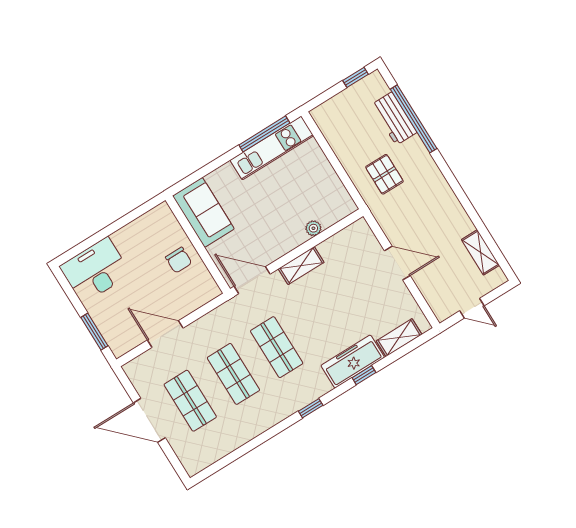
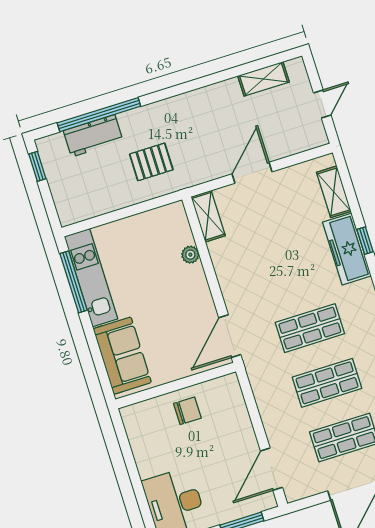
sofa: (203, 212) -> (122, 356), moved, turned 90
shelving: (301, 266) -> (208, 216), moved
door: (165, 334) -> (271, 469), moved

